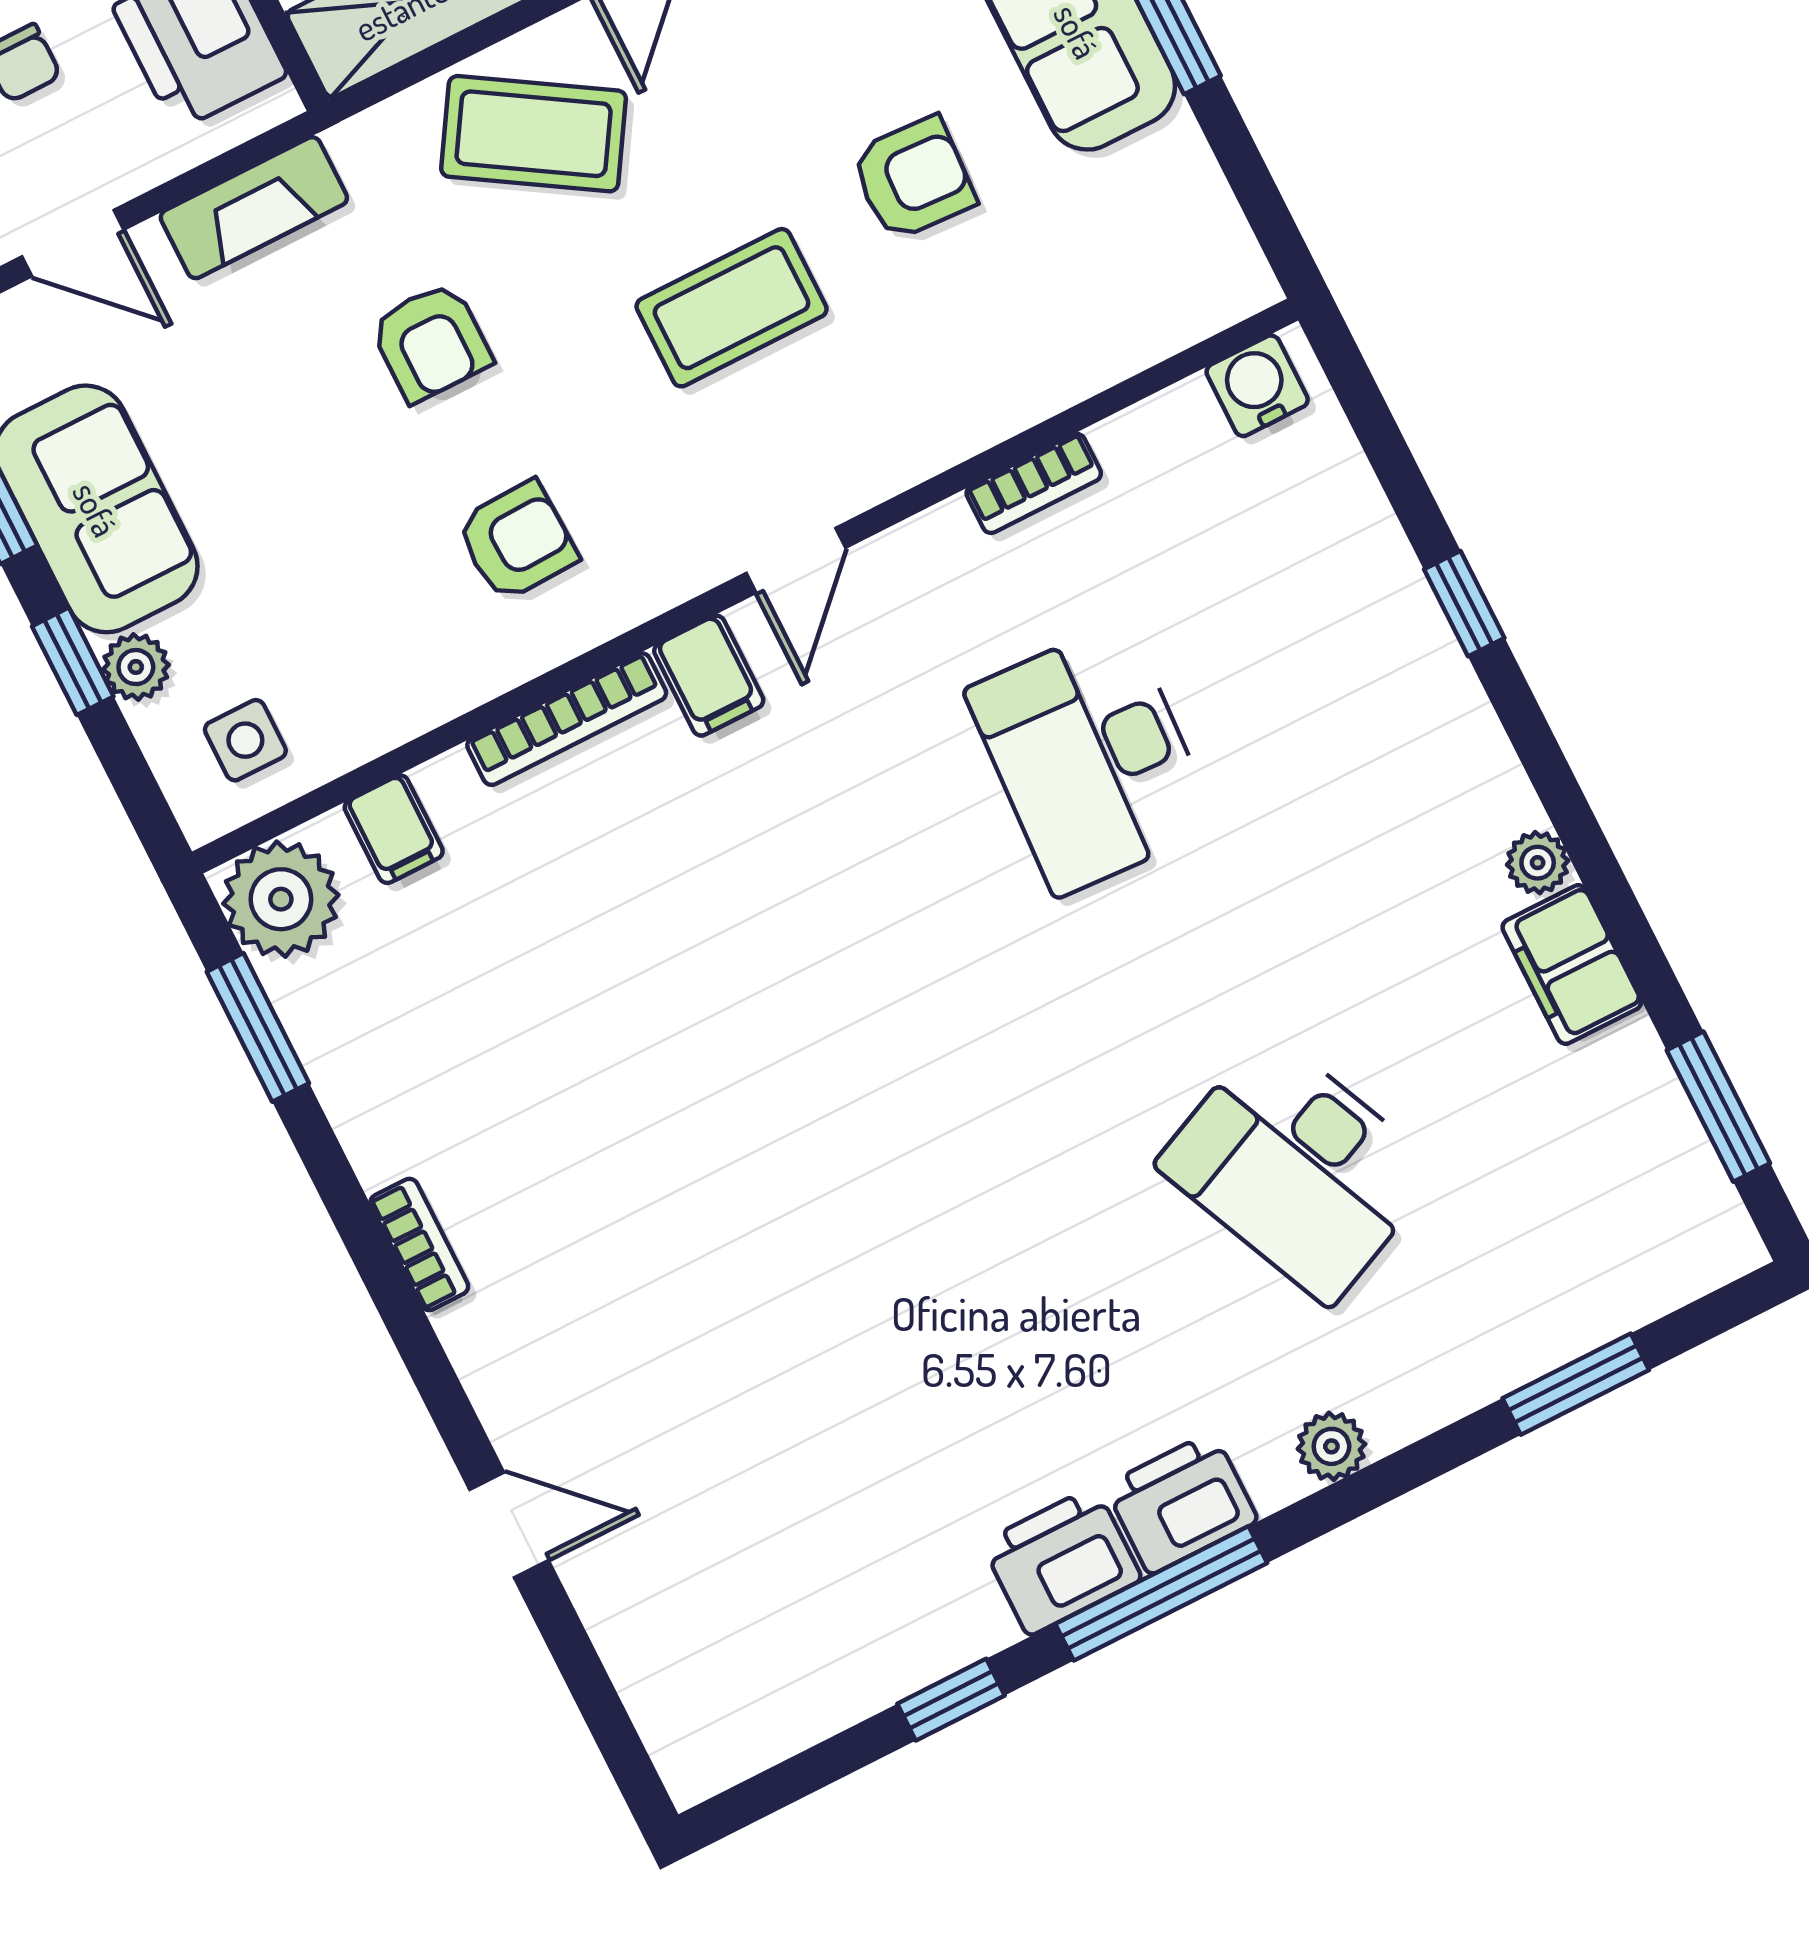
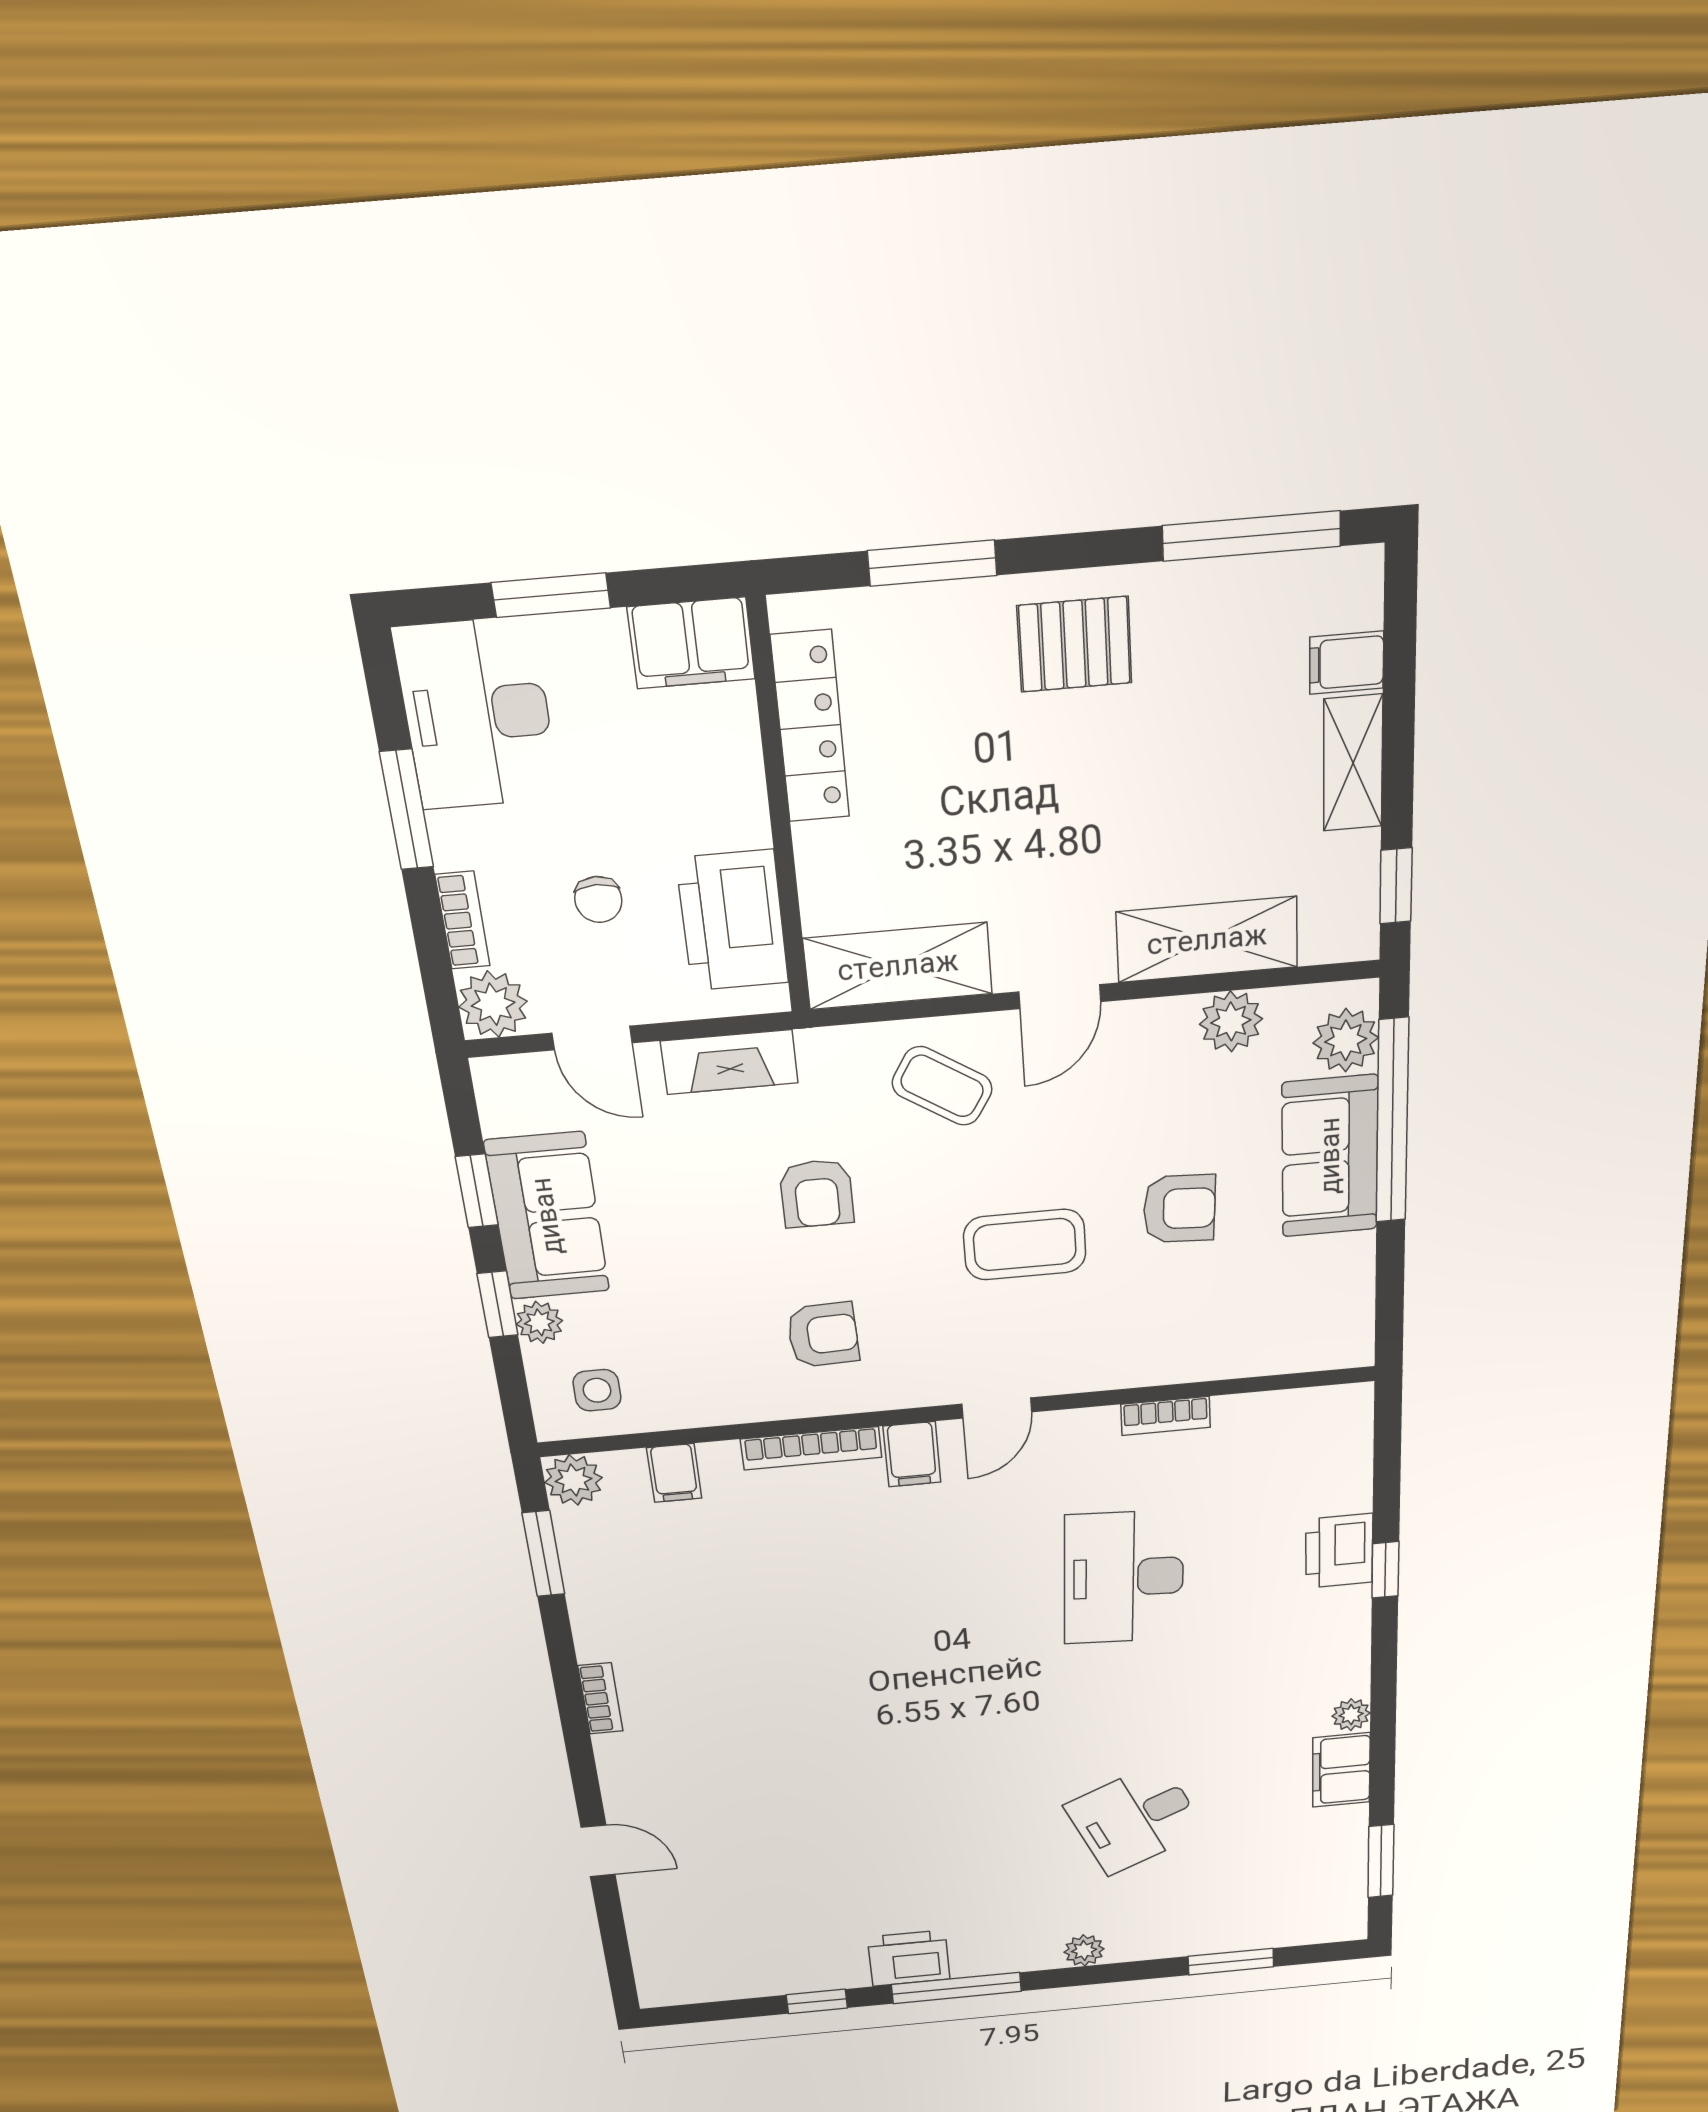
coffee table: (534, 134) -> (942, 1086), width x0.73, depth x0.77
water cooler: (1257, 386) -> (1330, 1409), removed
plant: (281, 899) -> (574, 1480), width x0.73, depth x0.73
desk: (1298, 1168) -> (1135, 1819), width x0.73
printer: (1181, 1503) -> (1339, 1551), moved, turned -90

